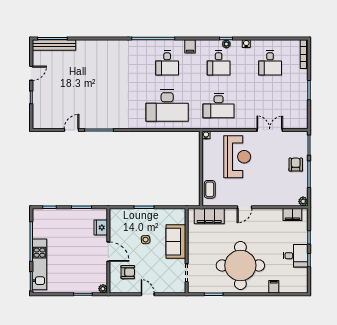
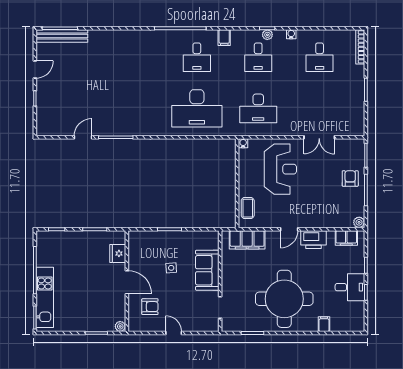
double door: (270, 130) -> (319, 137), swing flipped
printer: (265, 216) -> (314, 240), added

